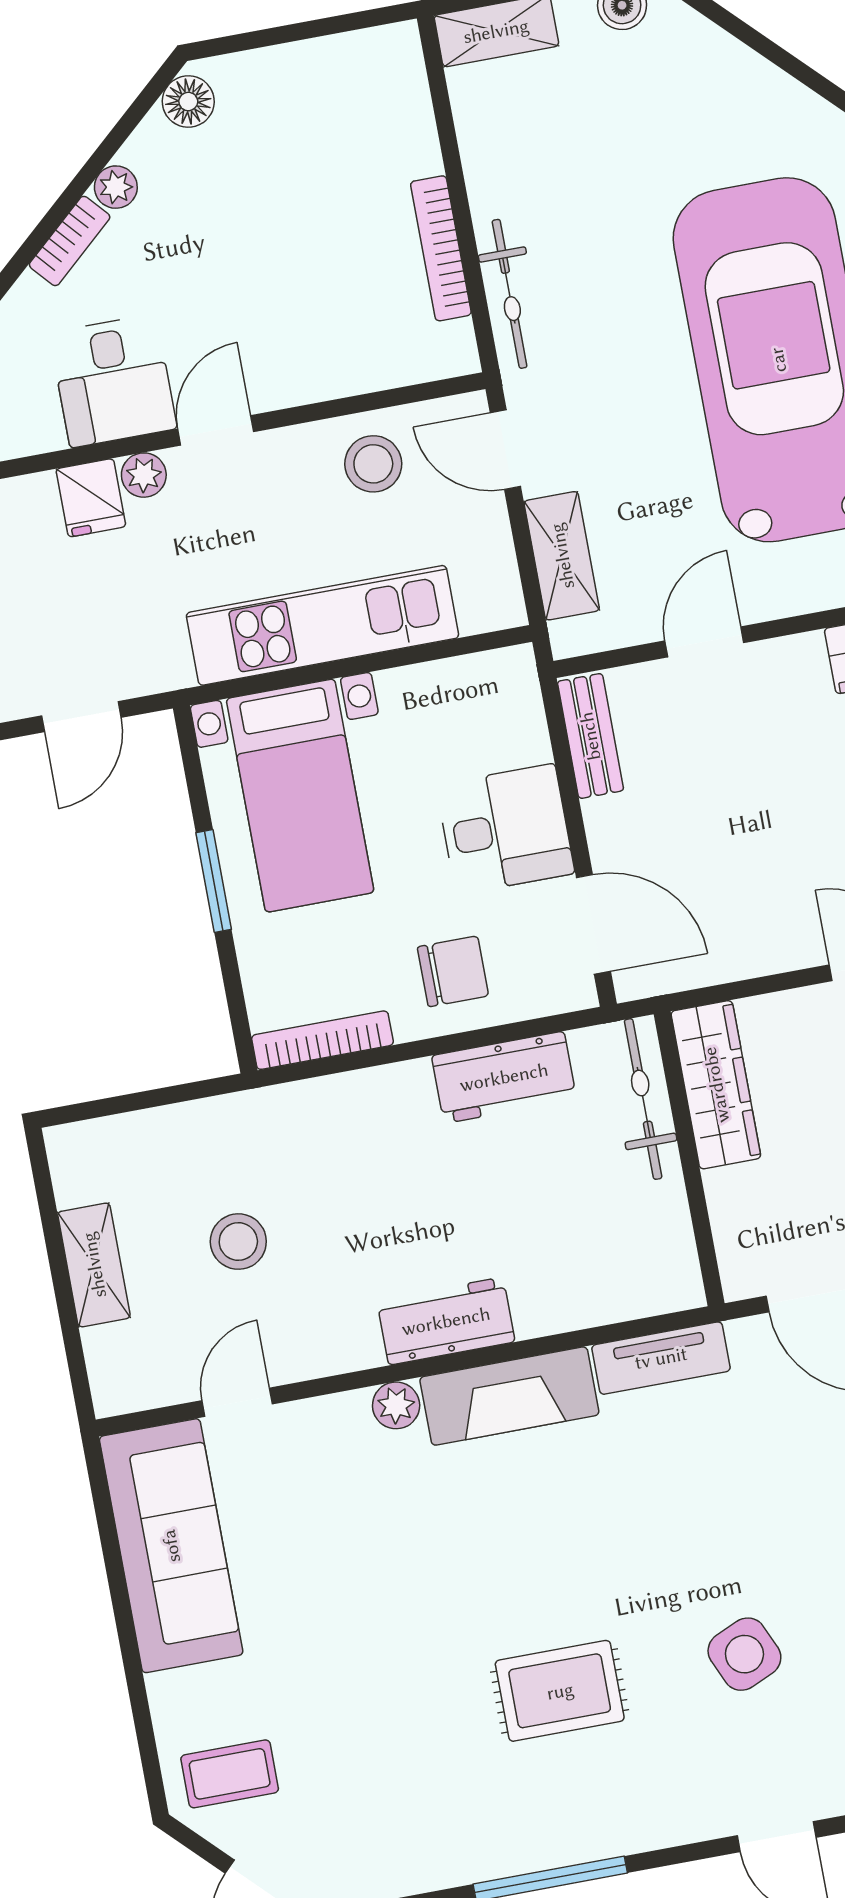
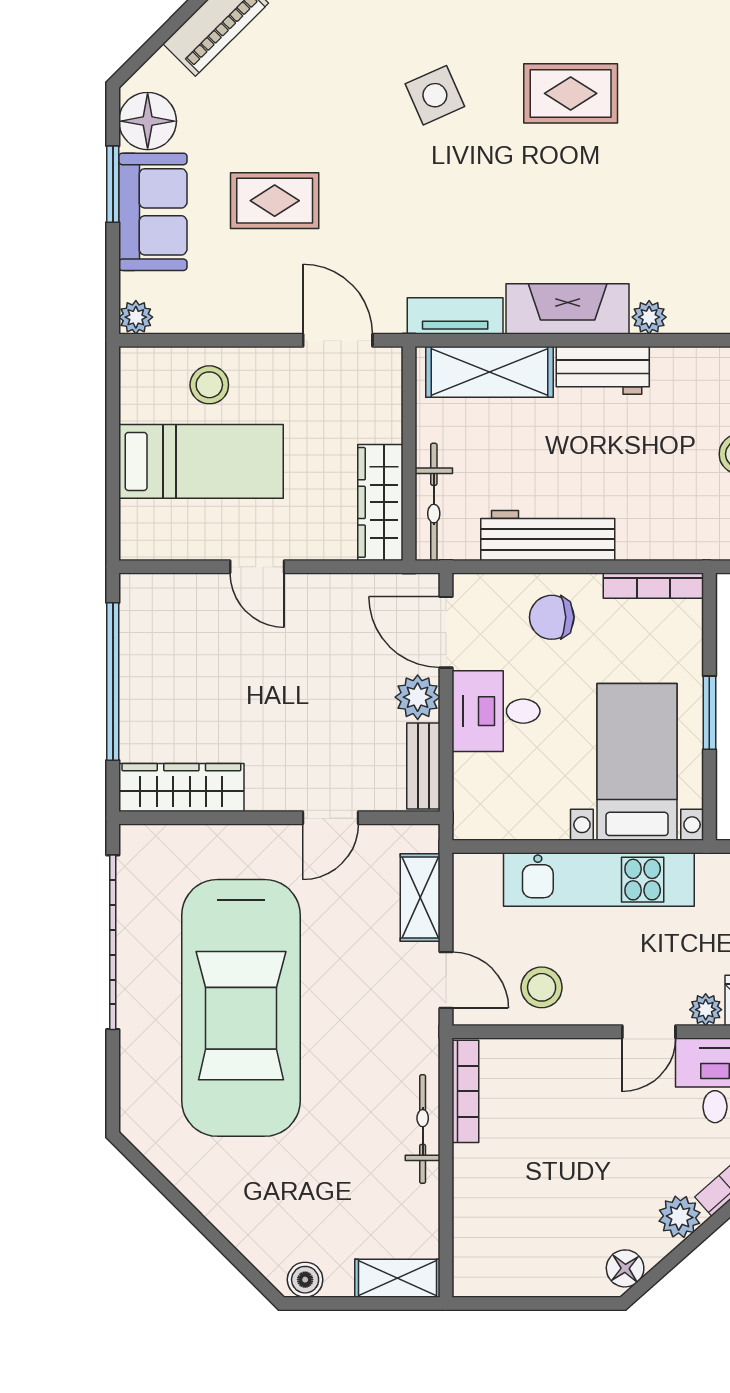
plant: (116, 187) -> (680, 1217), width x1.38, depth x1.38
bookcase: (441, 248) -> (465, 1091), moved
bicycle: (510, 294) -> (423, 1129), moved
plant: (616, 828) -> (418, 697), added
workbench: (504, 1077) -> (548, 535), width x1.38
shelving: (600, 1290) -> (490, 372), added

